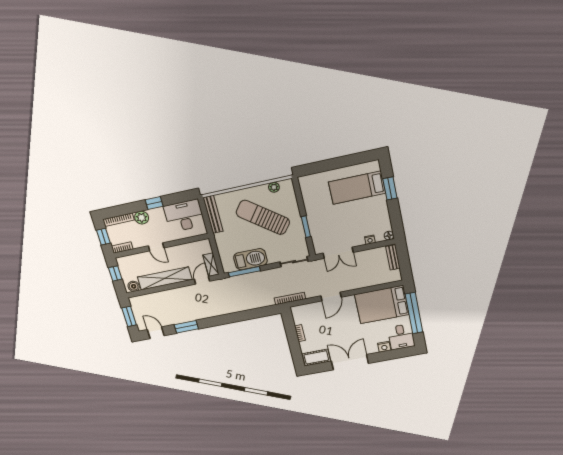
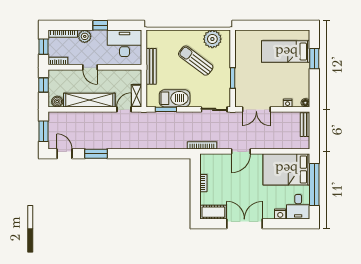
plant: (274, 187) -> (212, 39), width x1.88, depth x1.88
bench: (213, 214) -> (151, 66), moved
sun lounger: (263, 217) -> (196, 61), width x0.73, depth x0.75
window: (244, 272) -> (166, 109), width x0.69

